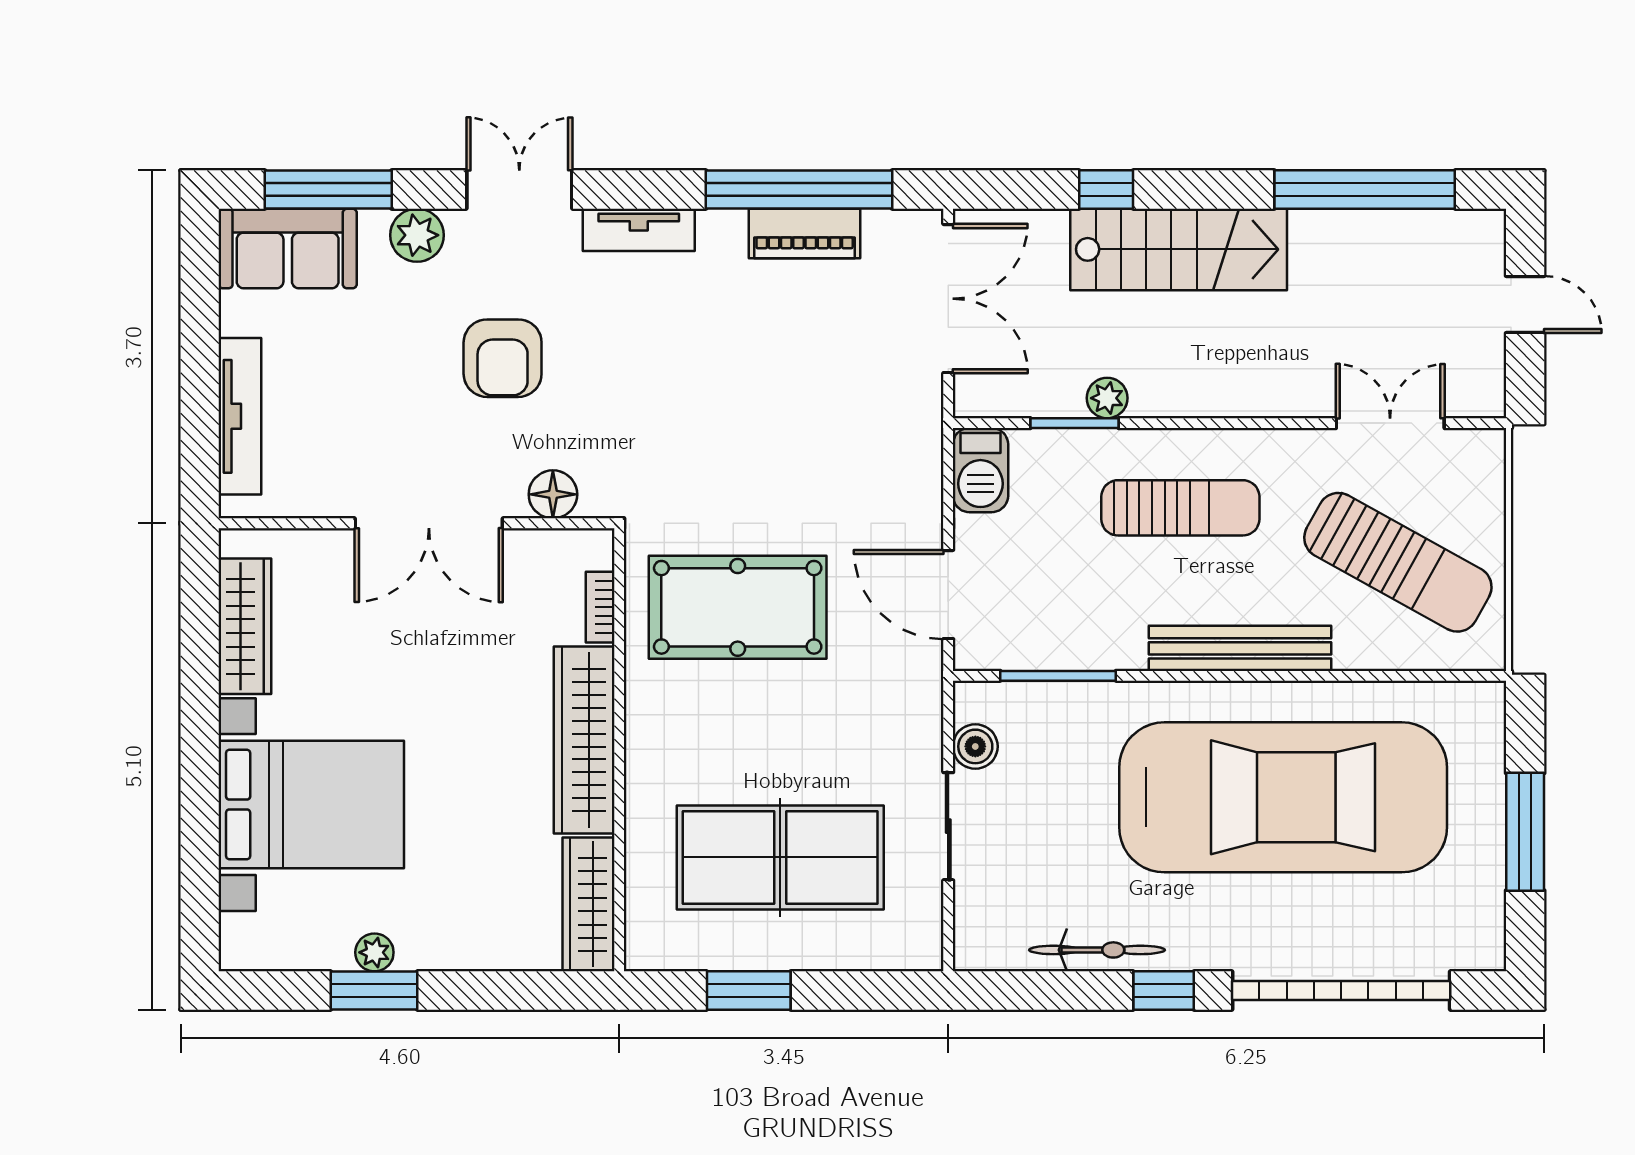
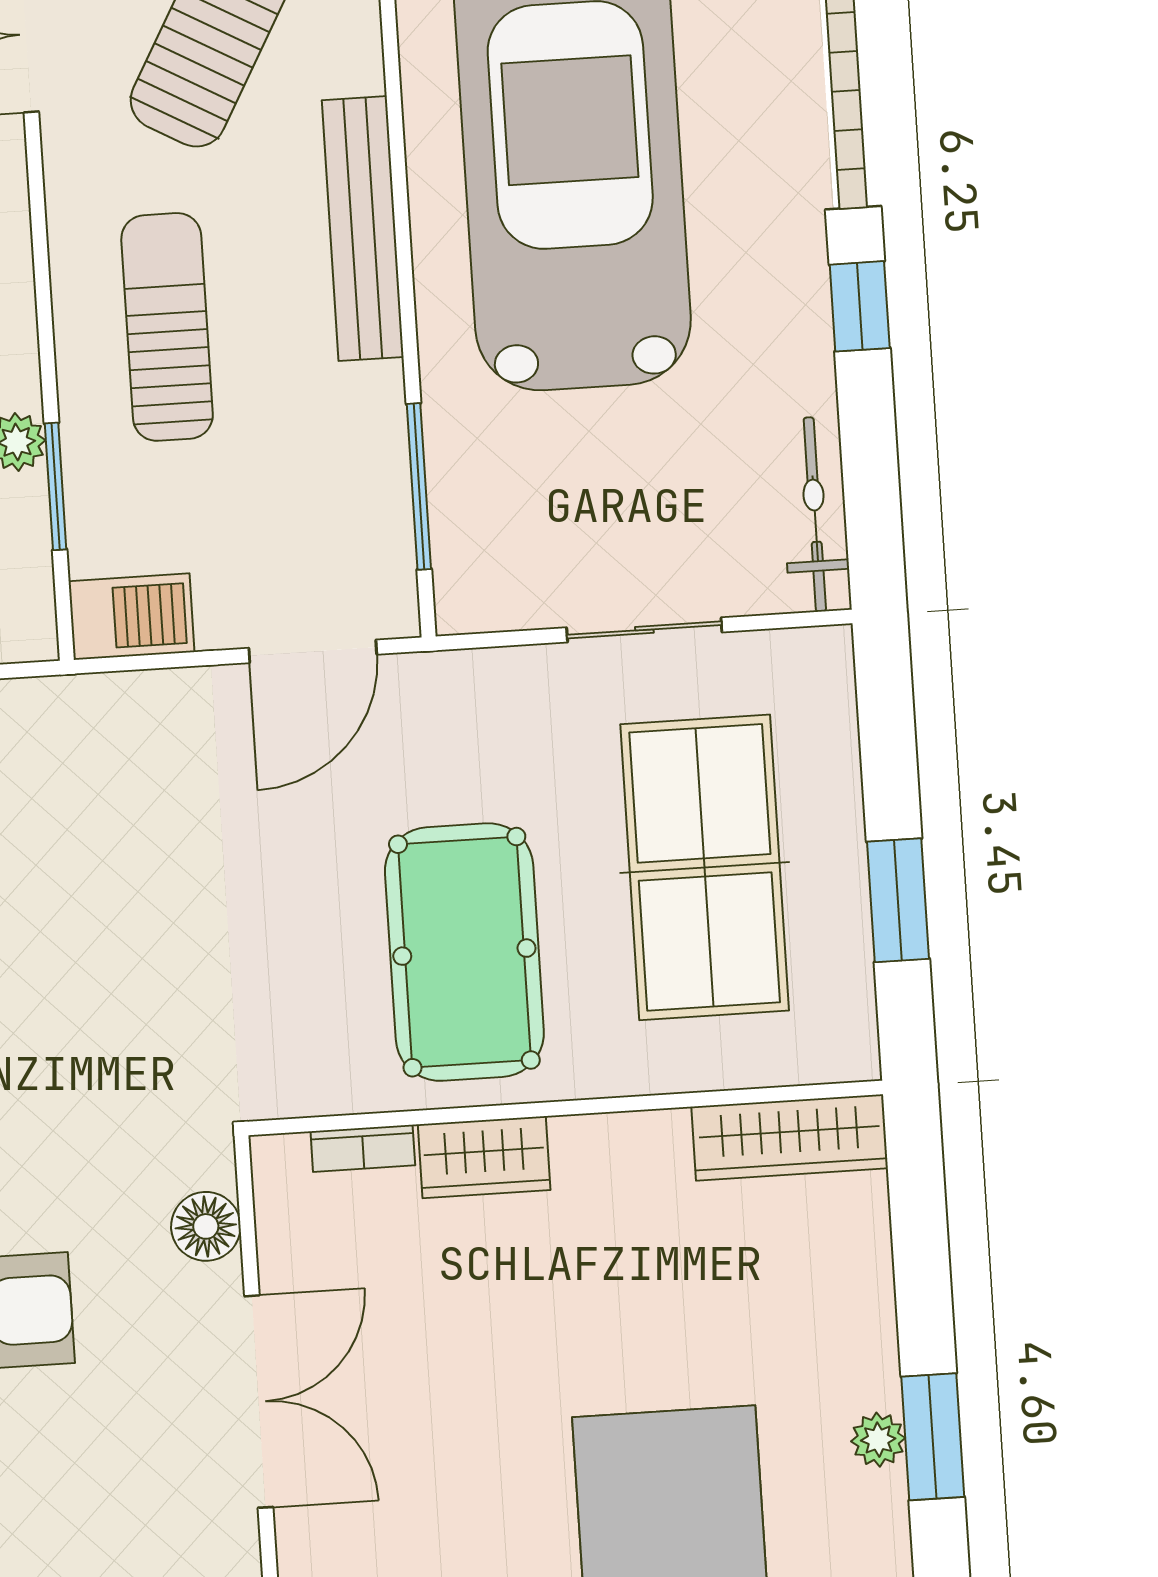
pool table: (738, 607) -> (464, 952), moved
wardrobe: (584, 740) -> (484, 1157), width x0.48, depth x0.85
boiler: (975, 746) -> (528, 598), removed
bicycle: (1097, 950) -> (815, 514), moved

